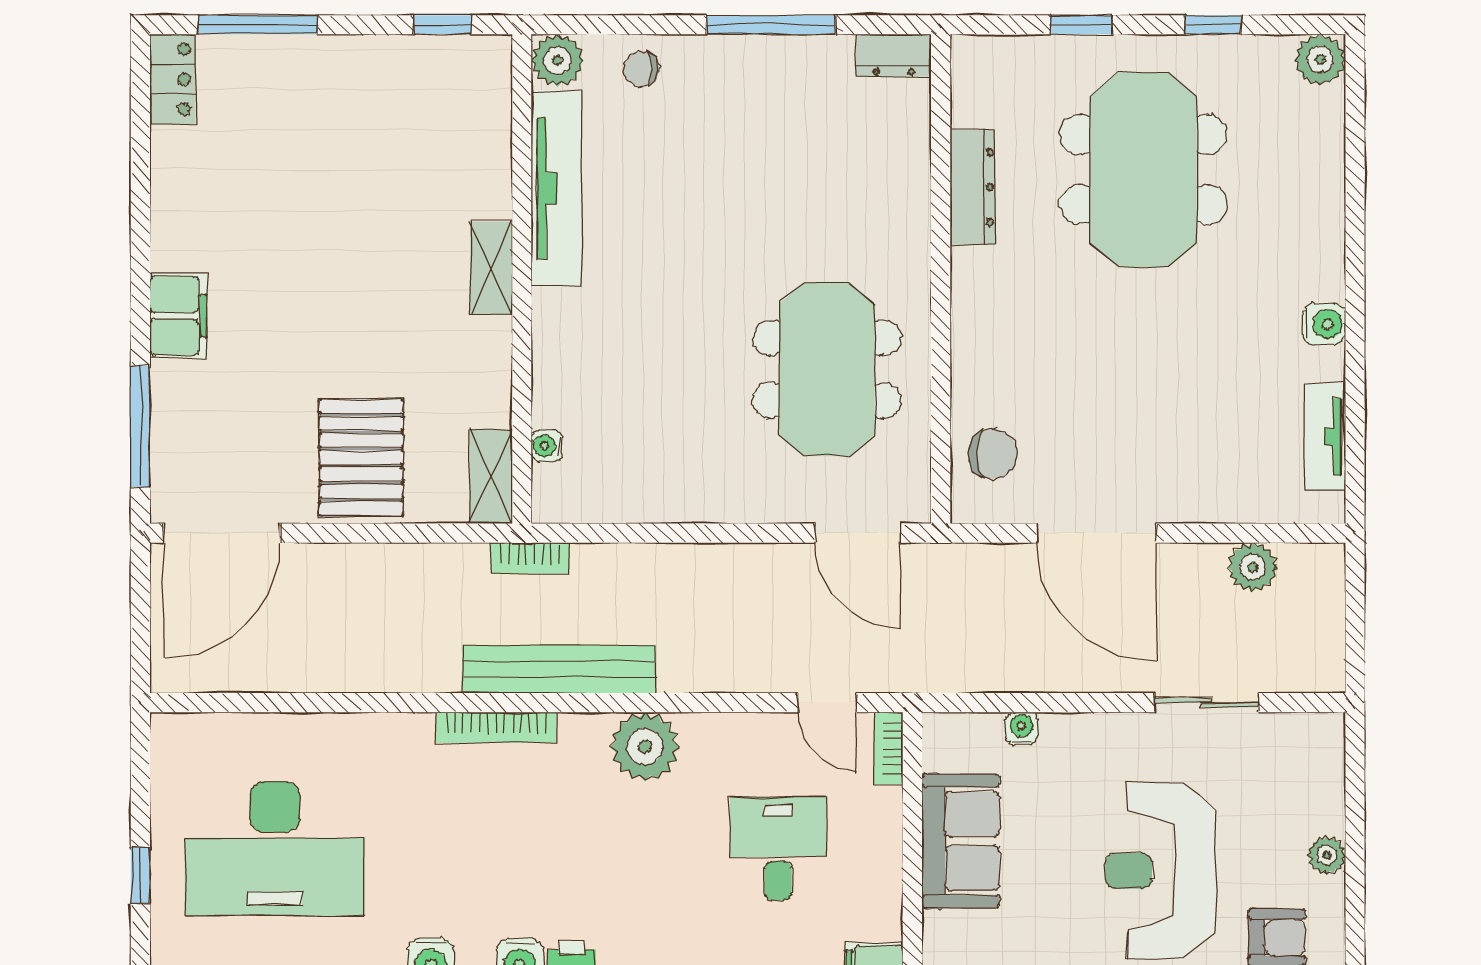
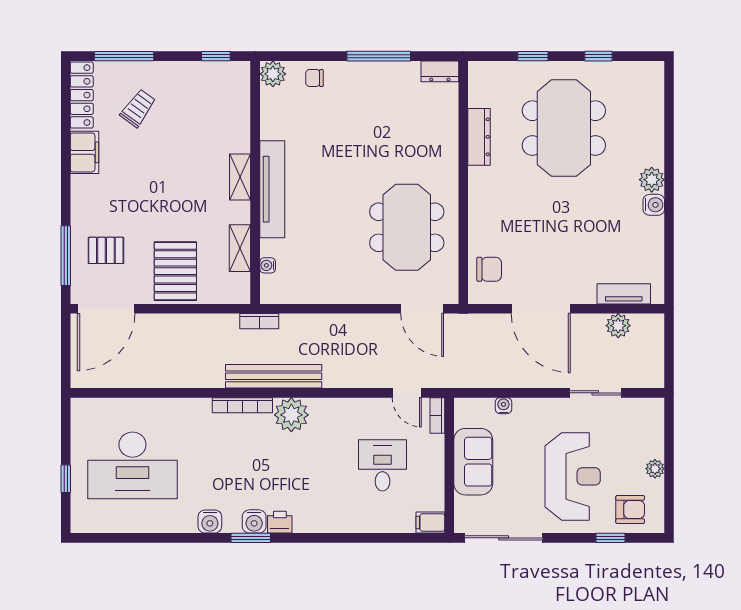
plant: (1320, 60) -> (652, 180), moved
locker: (173, 79) -> (82, 95), width x1.53
trolley: (286, 129) -> (138, 108), added
tv unit: (556, 188) -> (272, 189), moved
filing cabinet: (178, 316) -> (85, 152), moved
pallet: (221, 416) -> (106, 250), added
tv unit: (1325, 437) -> (624, 294), moved, turned 90
shelving: (491, 477) -> (240, 248), moved
plant: (645, 747) -> (291, 415), moved
reception desk: (1161, 871) -> (573, 476), turned 180

